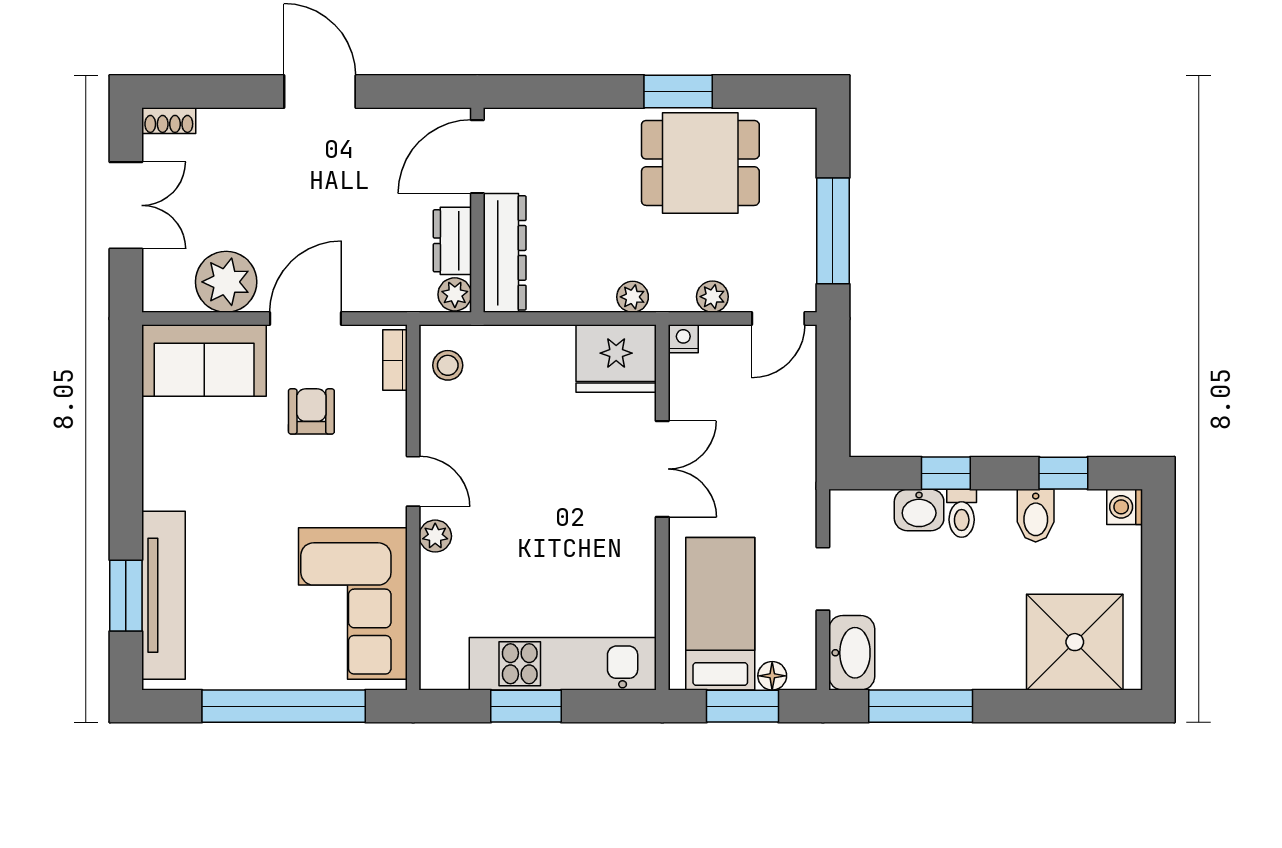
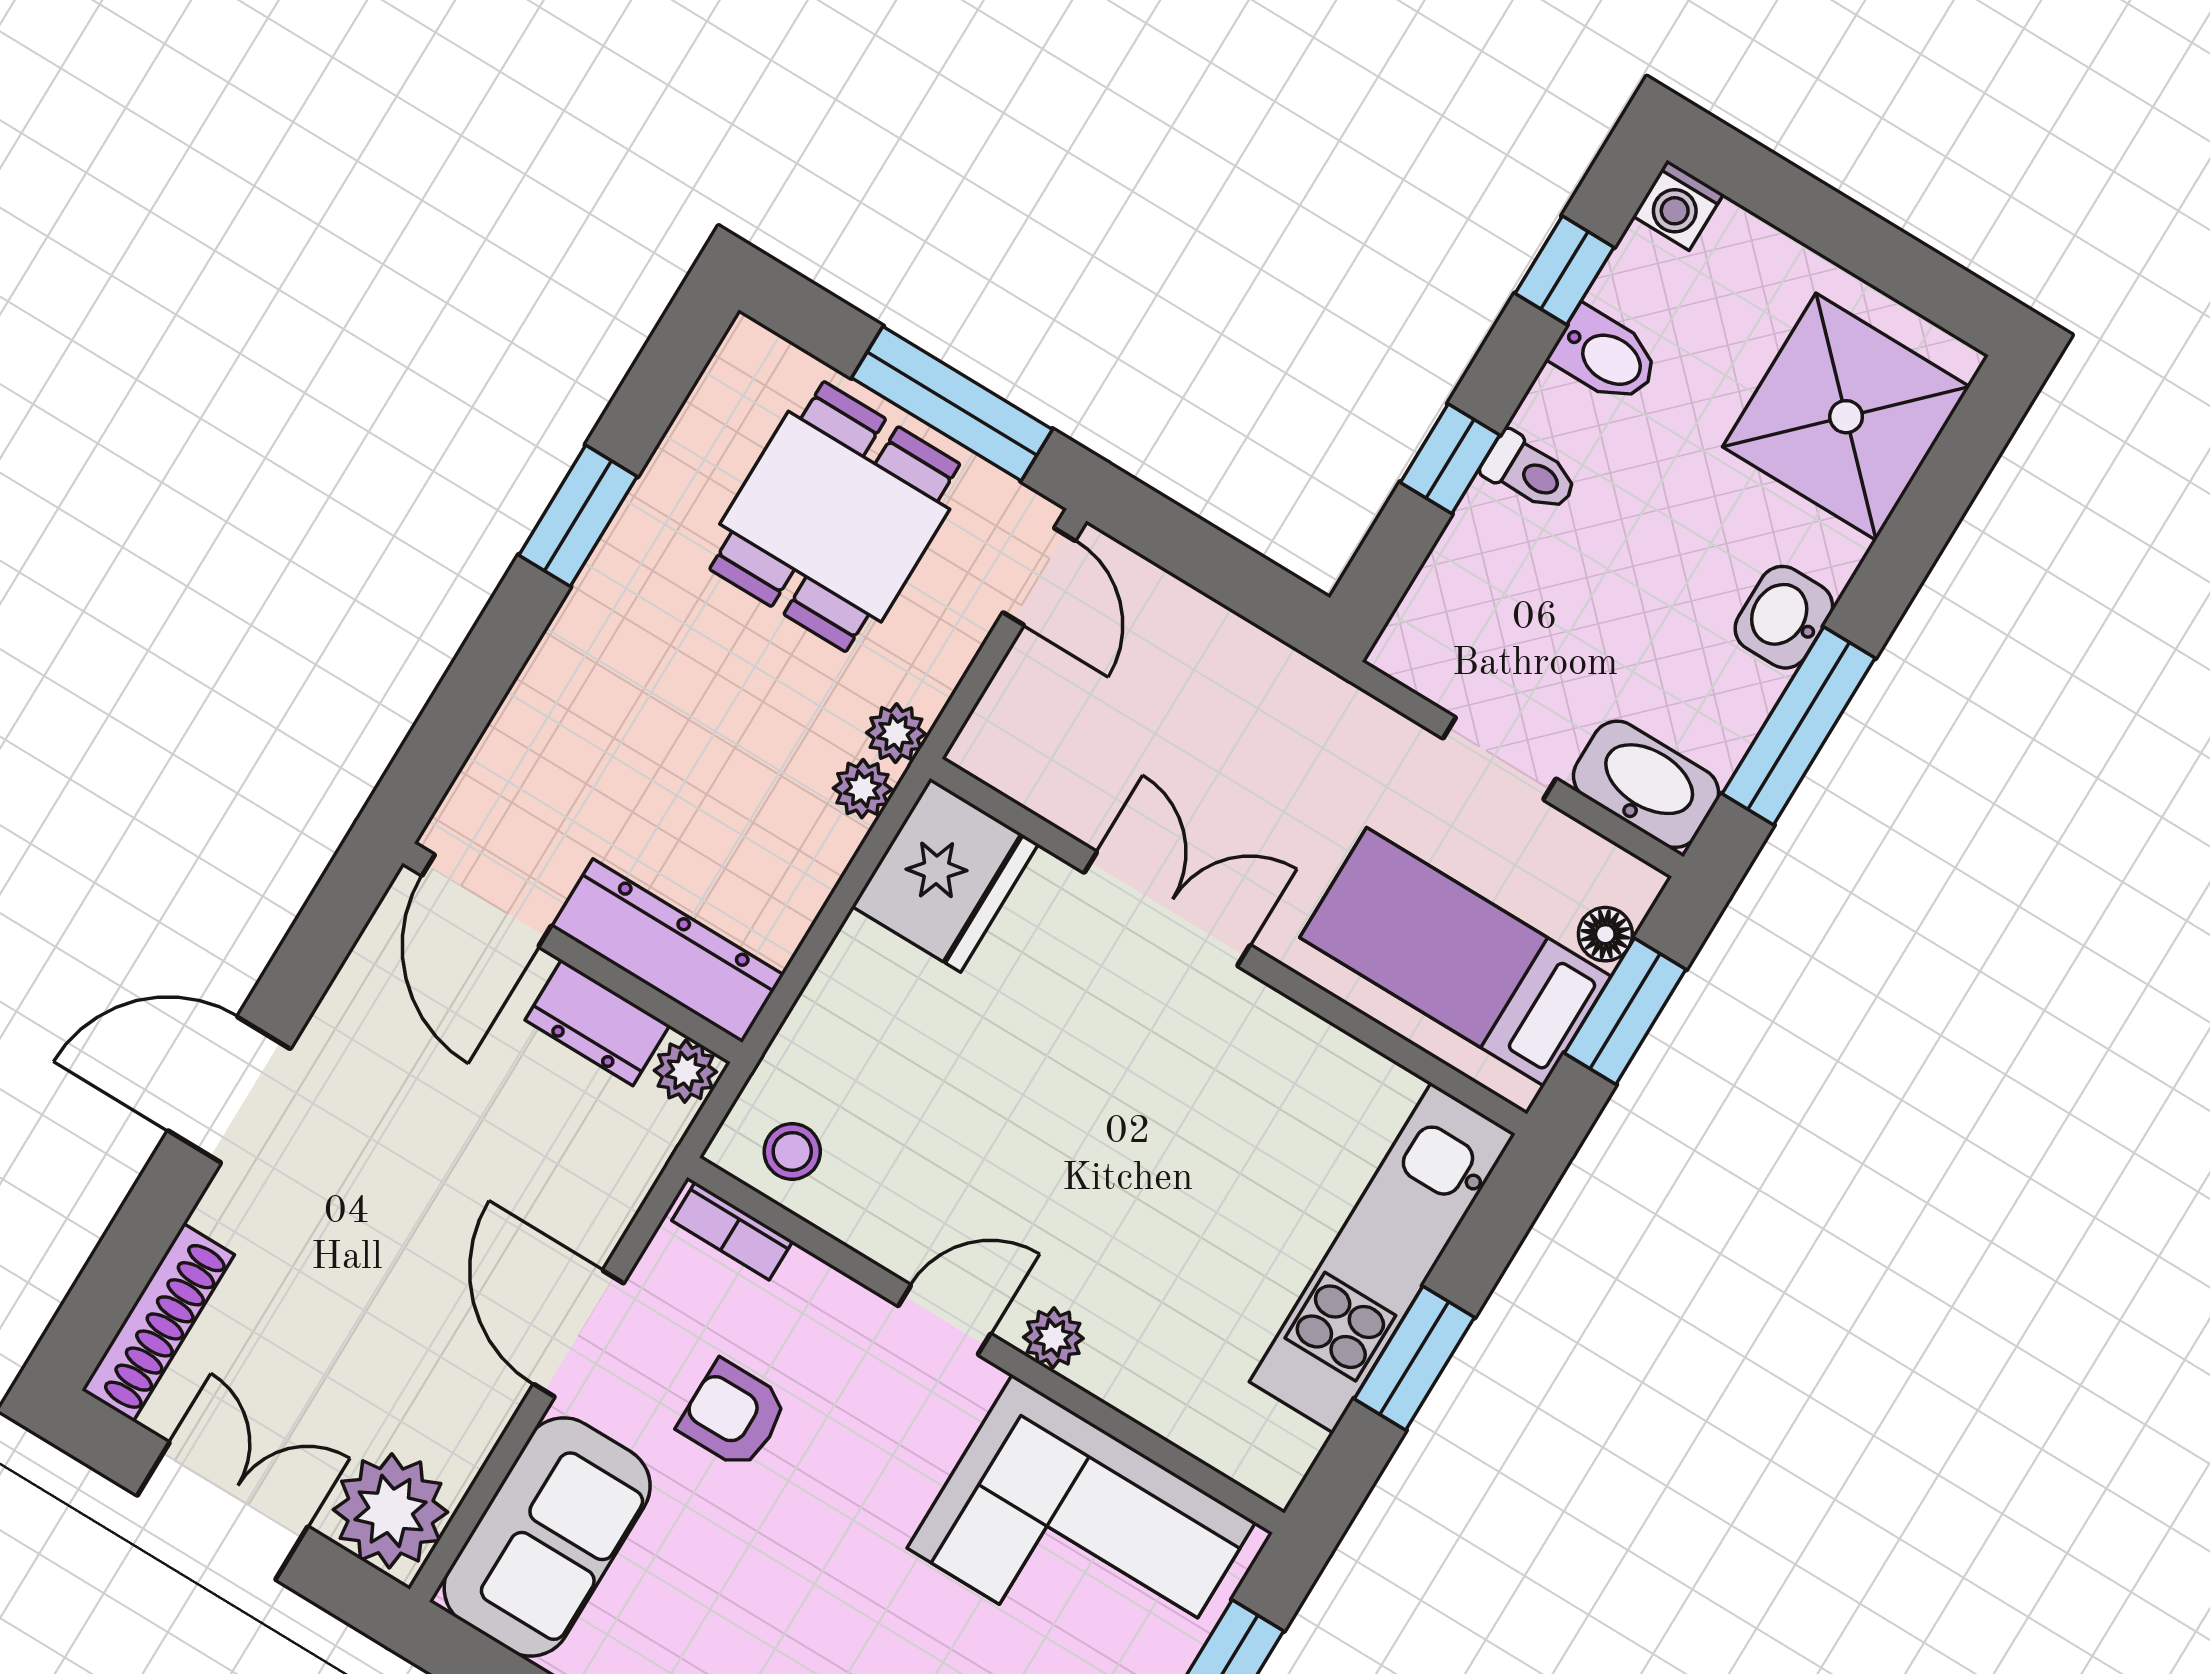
shoe rack: (169, 121) -> (158, 1322), width x1.94, depth x1.24
dining table: (700, 163) -> (835, 517), moved
plant: (226, 282) -> (391, 1511), moved
plant: (712, 297) -> (896, 733), moved
nightstand: (683, 339) -> (979, 748), removed
washbasin: (919, 510) -> (1784, 617), moved, turned 180

